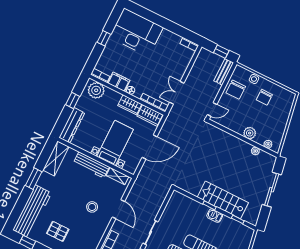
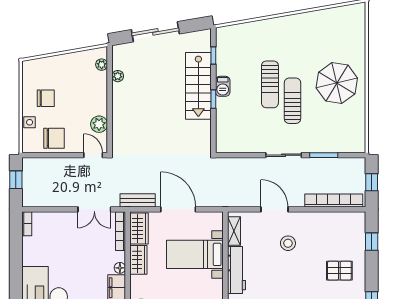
bench: (224, 72) -> (138, 200), moved
plant: (250, 133) -> (99, 124), moved
door: (118, 209) -> (274, 209), hinge flipped
pallet: (58, 231) -> (339, 271), turned 90

